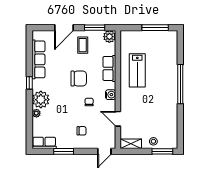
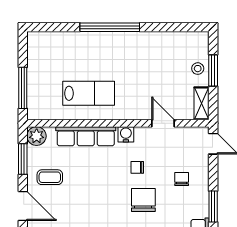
window: (155, 28) -> (23, 88), moved
row of seats: (109, 69) -> (86, 136), width x1.48
chair: (79, 79) -> (143, 200), moved
door: (118, 119) -> (163, 123), swing flipped
window: (162, 151) -> (213, 70), moved

